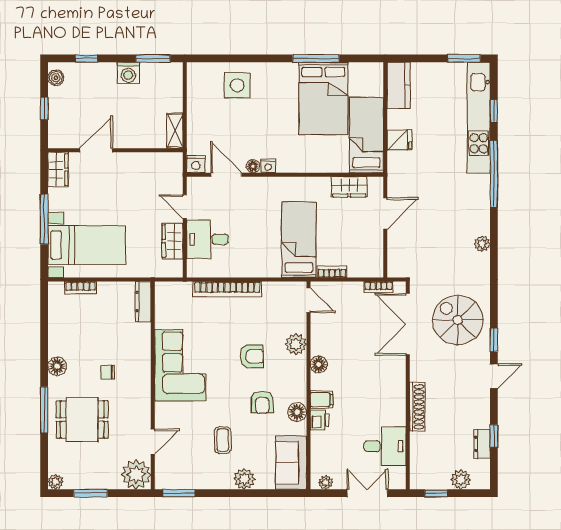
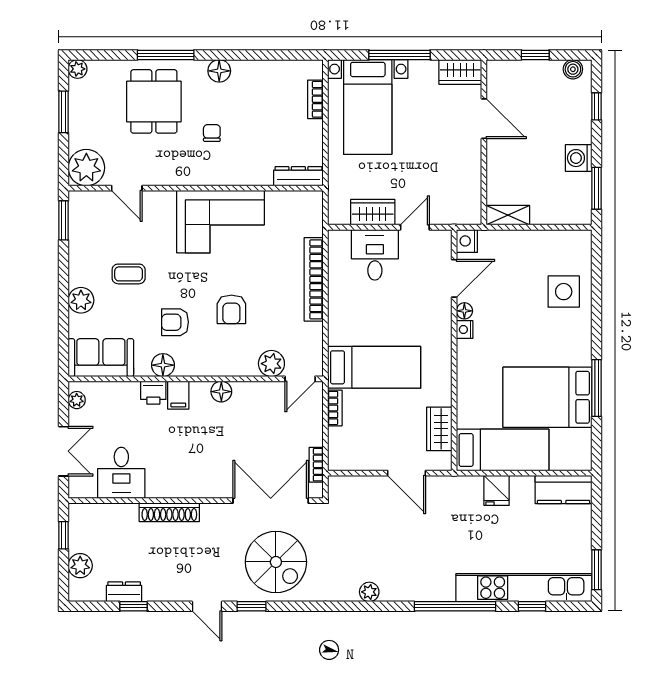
spiral stairs: (458, 320) -> (276, 562), turned 90
plant: (296, 344) -> (271, 364), moved

